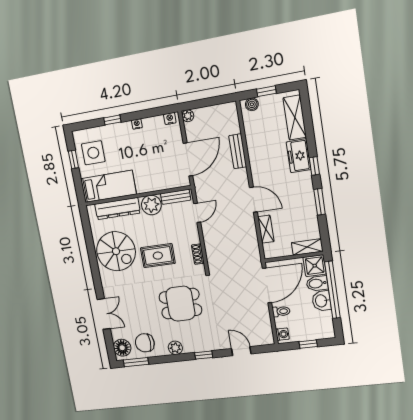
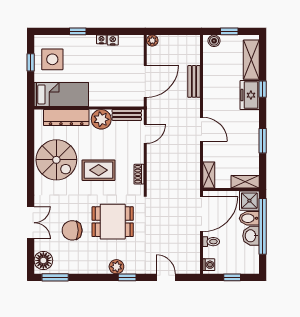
nightstand: (170, 119) -> (113, 40), moved
window: (314, 166) -> (263, 89), moved
shelving: (266, 229) -> (209, 175), moved
chair: (145, 343) -> (72, 230), moved
plant: (175, 348) -> (116, 267), moved

